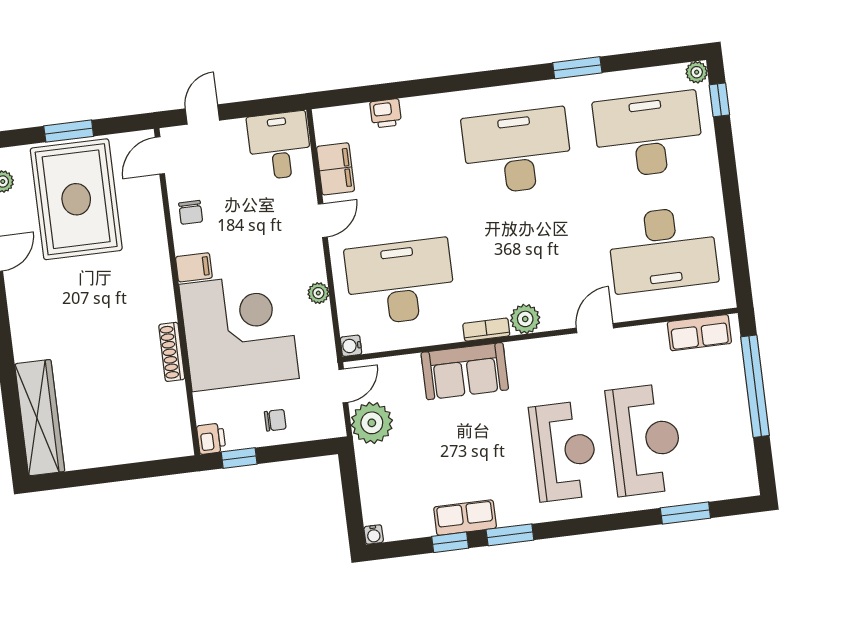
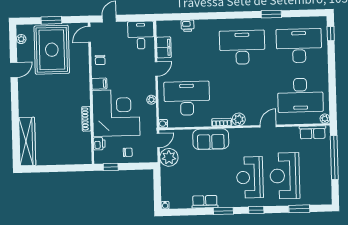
plant: (697, 72) -> (325, 119), moved
printer: (211, 439) -> (99, 144), moved
reception desk: (645, 440) -> (285, 176), turned 180
reception desk: (564, 451) -> (250, 177), turned 180
window: (450, 542) -> (256, 210), moved

